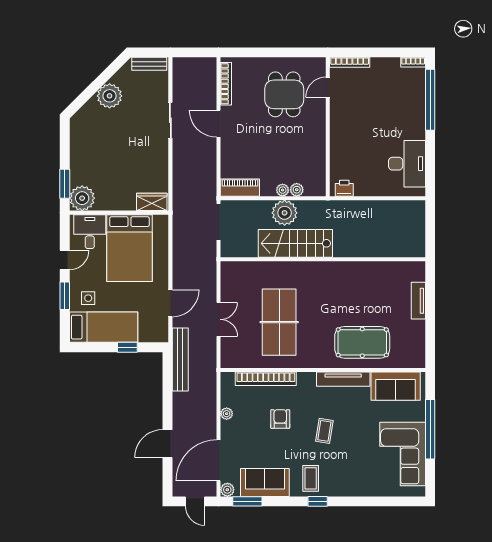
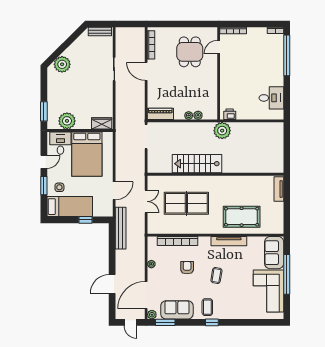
plant: (110, 96) -> (62, 64), moved
desk: (407, 164) -> (271, 98), width x0.73
plant: (82, 198) -> (67, 121), moved
plant: (285, 213) -> (222, 131), moved
stairs: (295, 243) -> (197, 164), moved
wall: (323, 259) -> (215, 174), moved
table tennis table: (279, 322) -> (186, 203), turned 90
sofa: (396, 386) -> (274, 253), moved, turned 90

